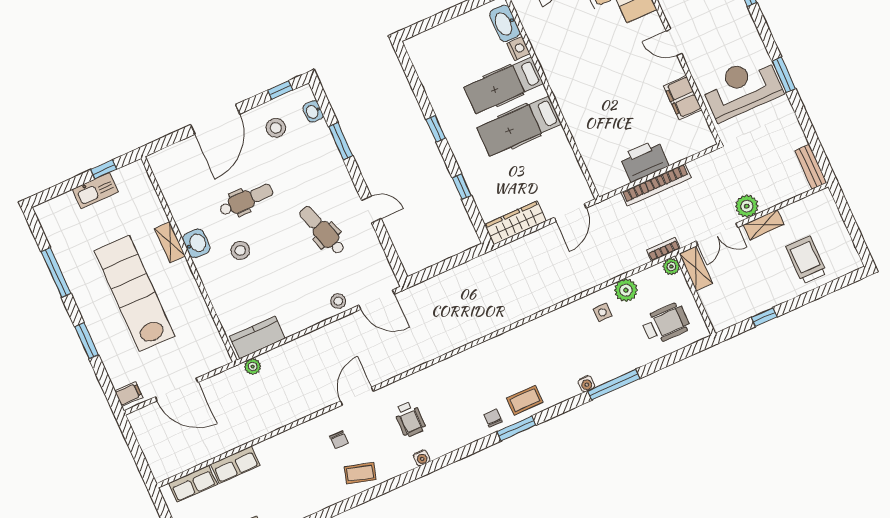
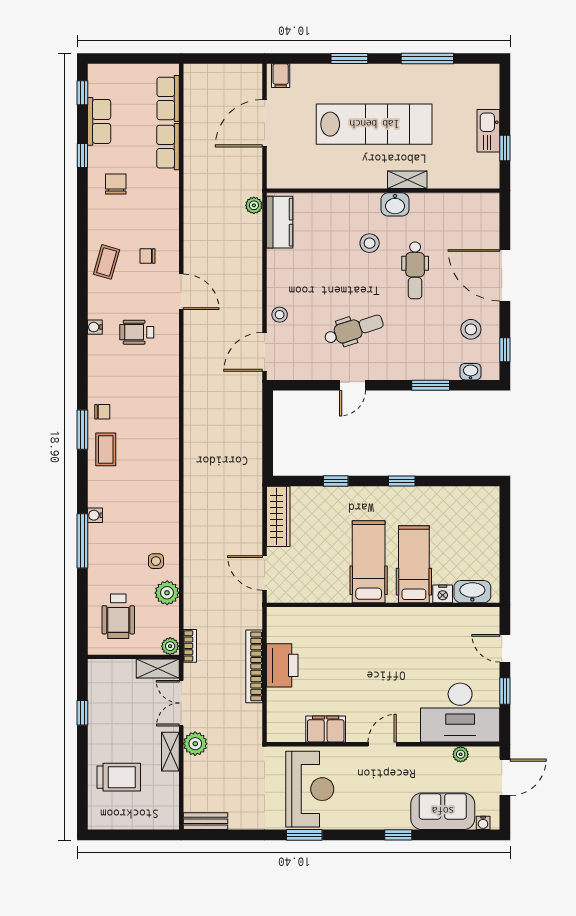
chair: (288, 496) -> (116, 184), added

